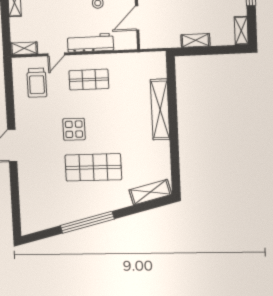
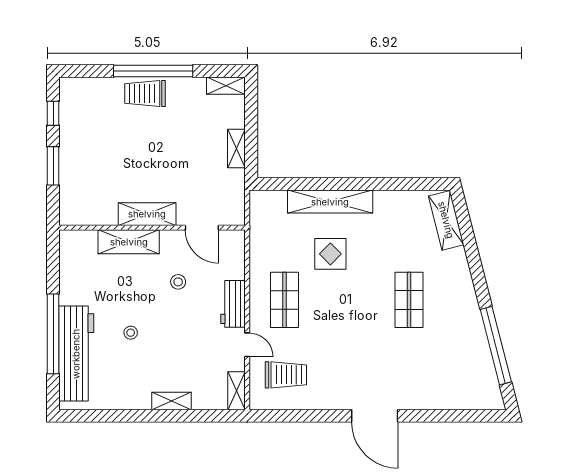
workbench: (90, 43) -> (233, 304), width x0.73
display table: (74, 129) -> (330, 254), moved
shop shelf: (93, 167) -> (409, 300), width x0.70, depth x0.74
window: (87, 222) -> (496, 346), moved

